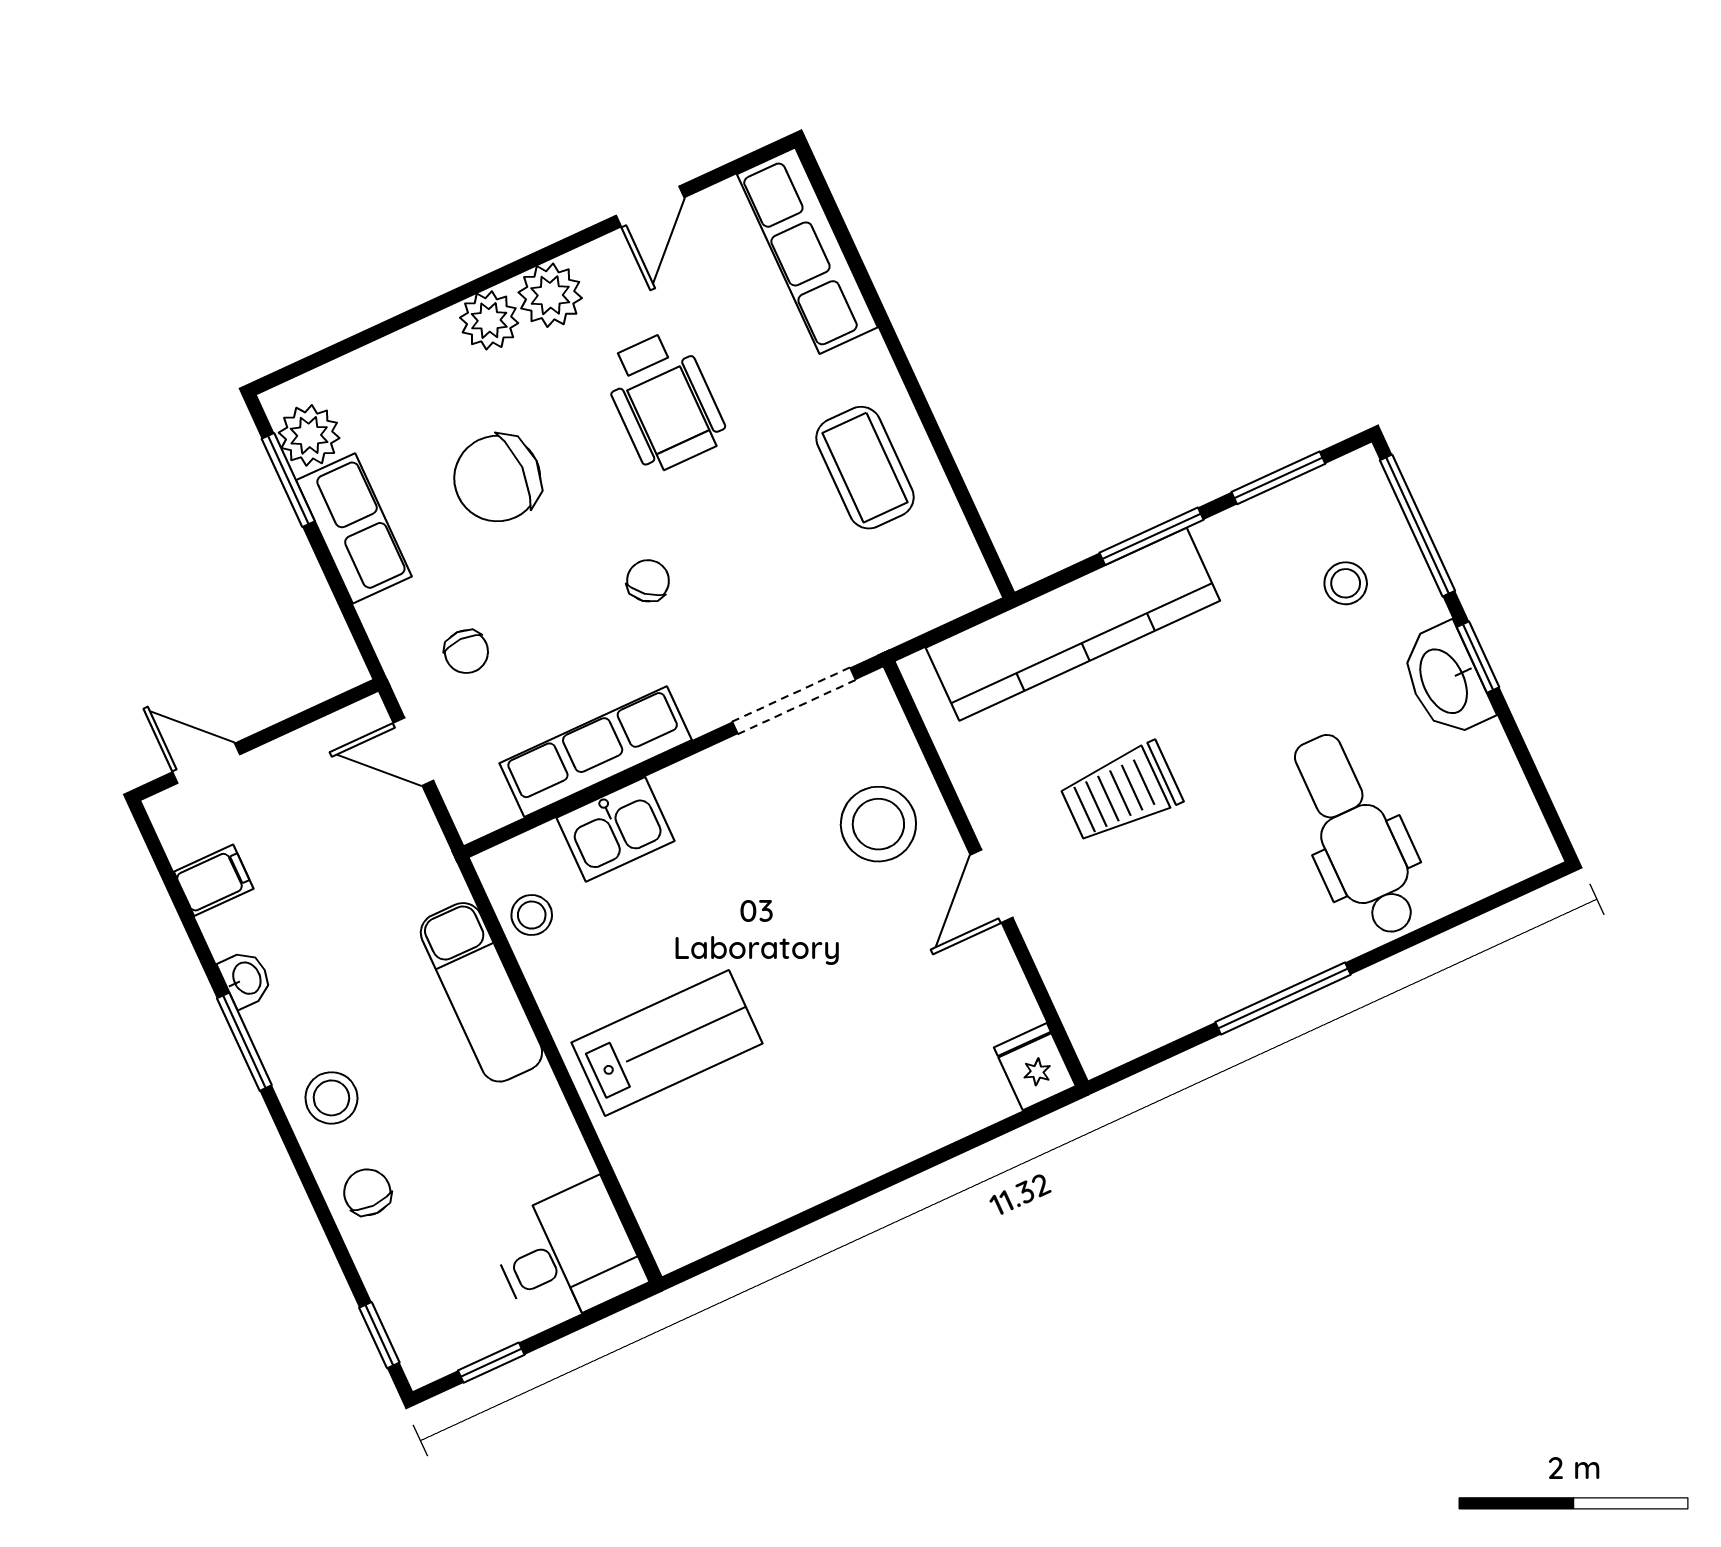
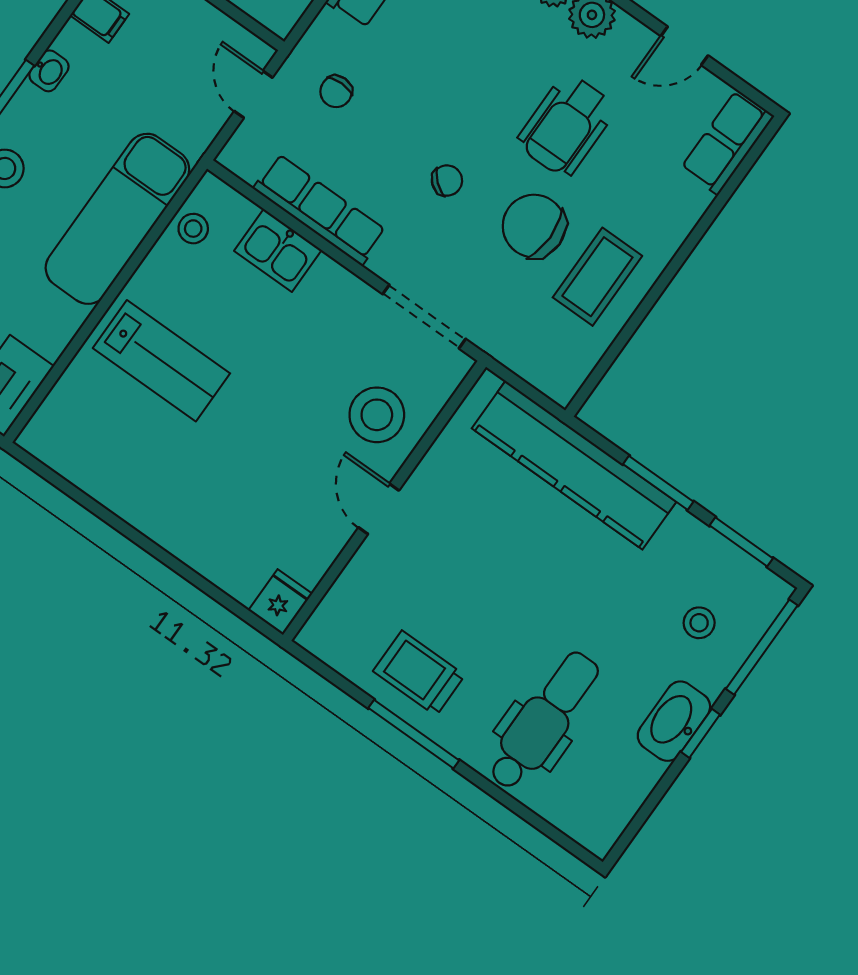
row of seats: (807, 251) -> (727, 142), width x0.68
chair: (497, 479) -> (534, 226), moved
trolley: (1121, 793) -> (419, 673), moved
door: (991, 886) -> (379, 509), hinge flipped
exam couch: (481, 992) -> (117, 219), width x1.36, depth x1.45

